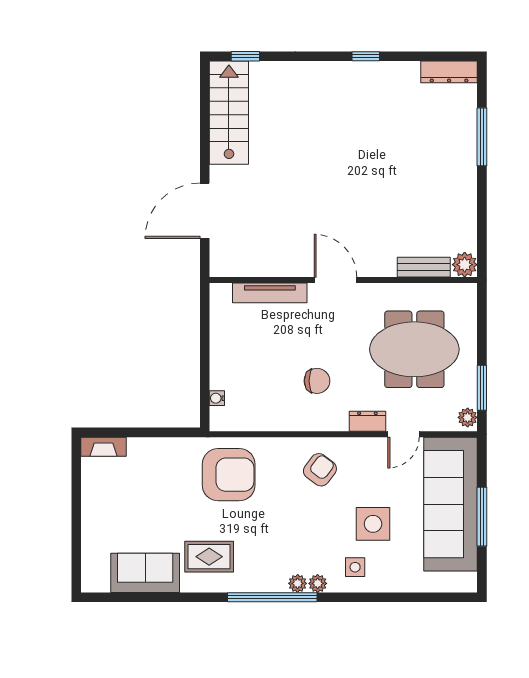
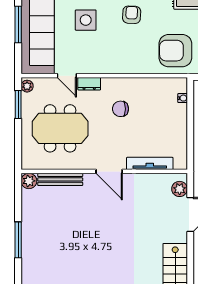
window: (482, 137) -> (18, 240), moved
plant: (222, 252) -> (180, 189), added
bench: (424, 267) -> (60, 179), width x1.36
door: (403, 434) -> (67, 76), swing flipped
armchair: (320, 470) -> (132, 15), moved, turned 146

